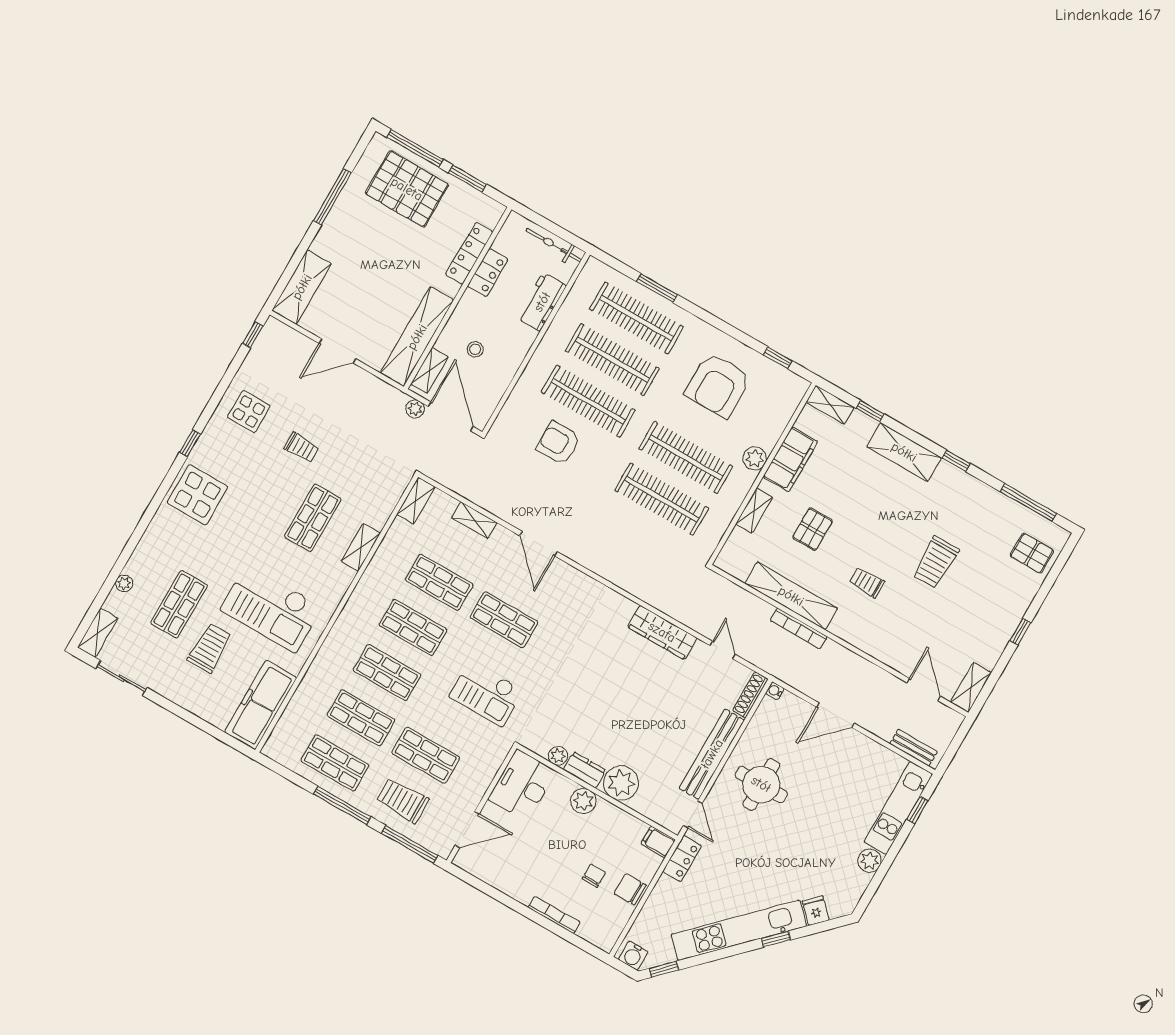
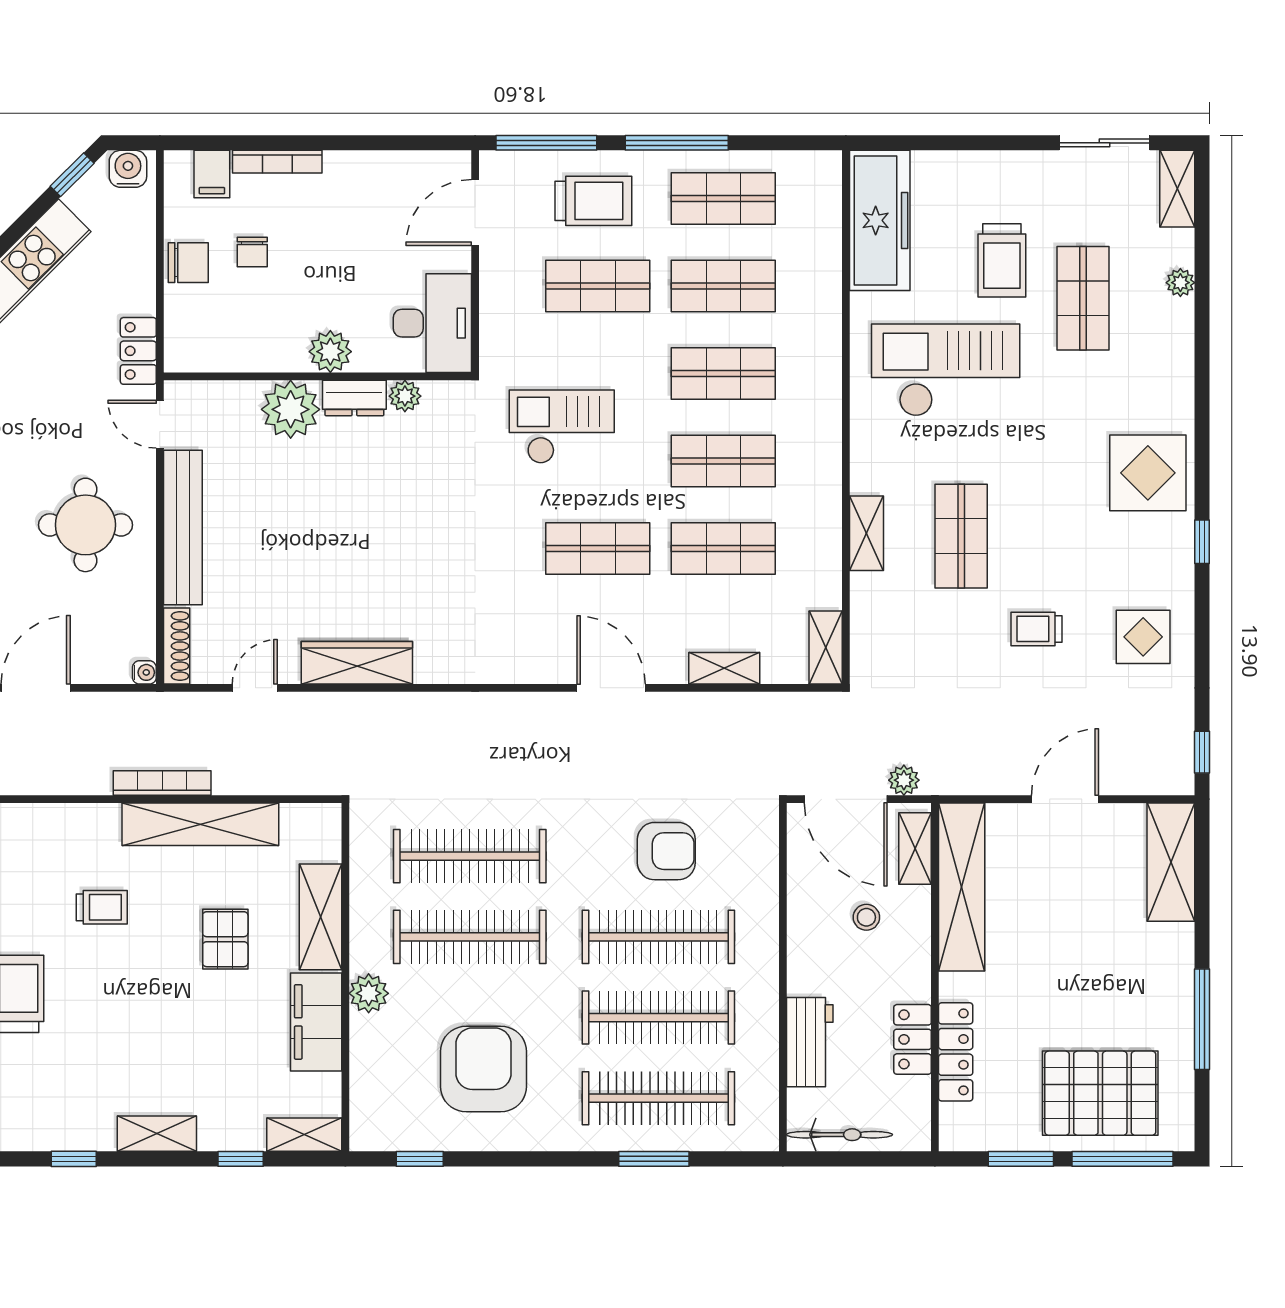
shelving: (904, 452) -> (157, 1134), width x0.67, depth x0.75
shelving: (754, 511) -> (320, 917), width x1.50, depth x1.33
door: (723, 650) -> (255, 688), swing flipped
filing cabinet: (658, 842) -> (212, 174), moved, turned 90

